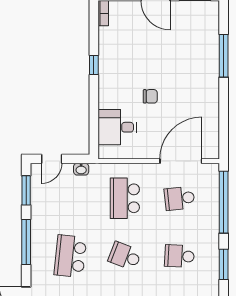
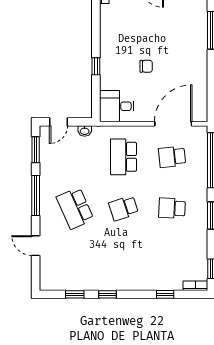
window: (94, 65) -> (96, 66), moved
desk: (117, 127) -> (117, 106), moved
school desk: (70, 256) -> (75, 208), turned -30
school desk: (125, 256) -> (124, 208), turned -39

